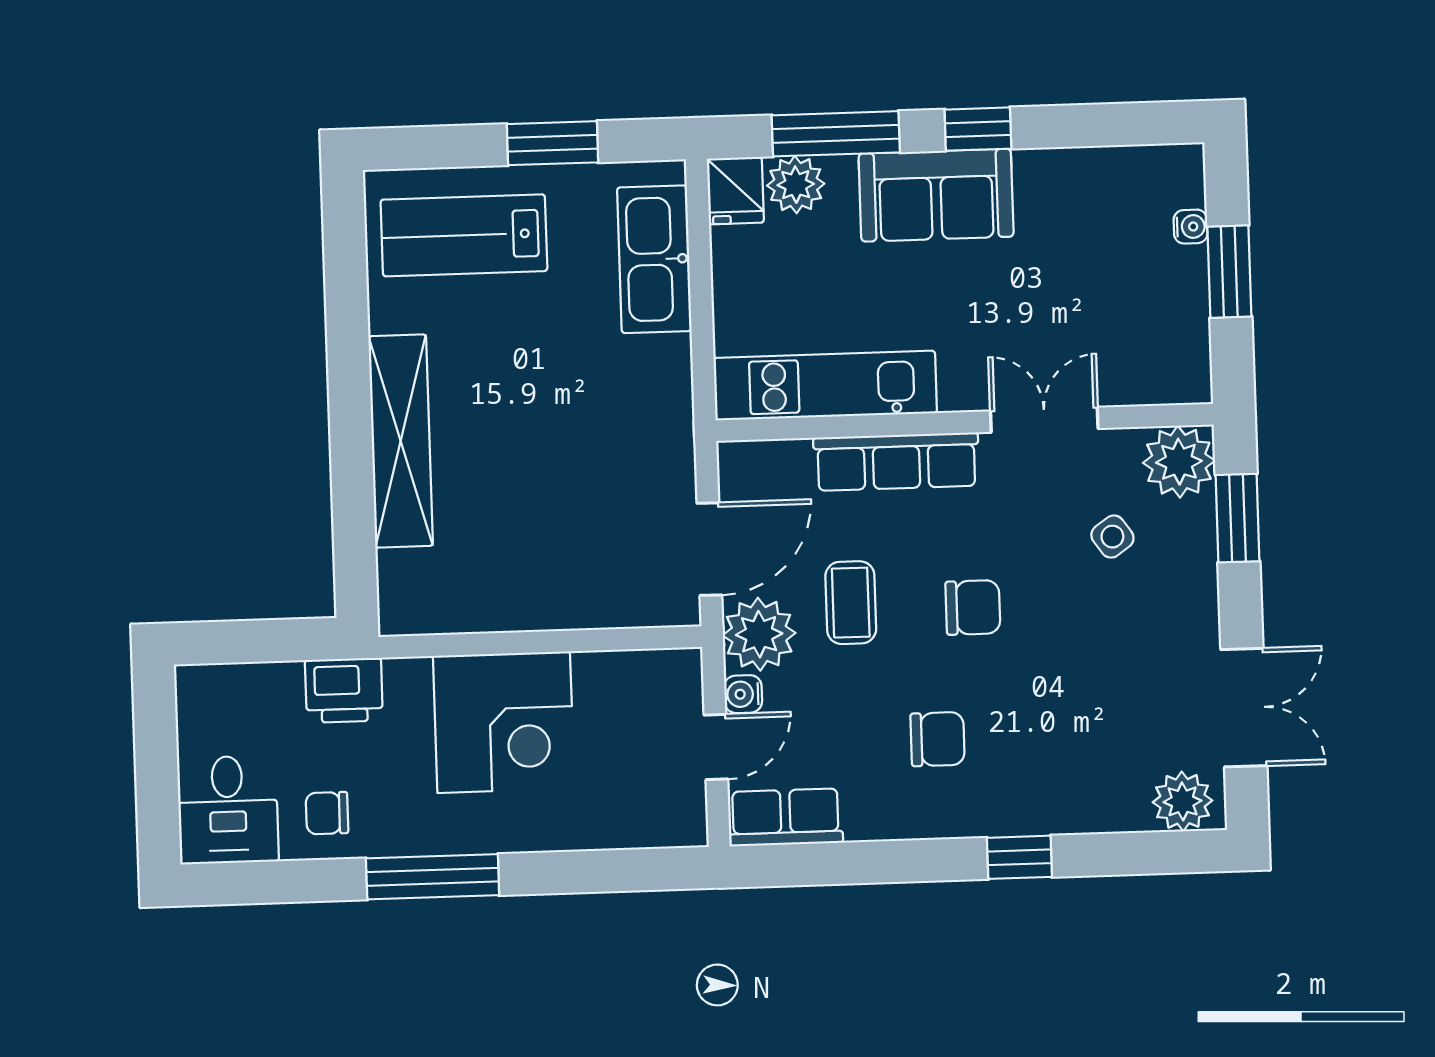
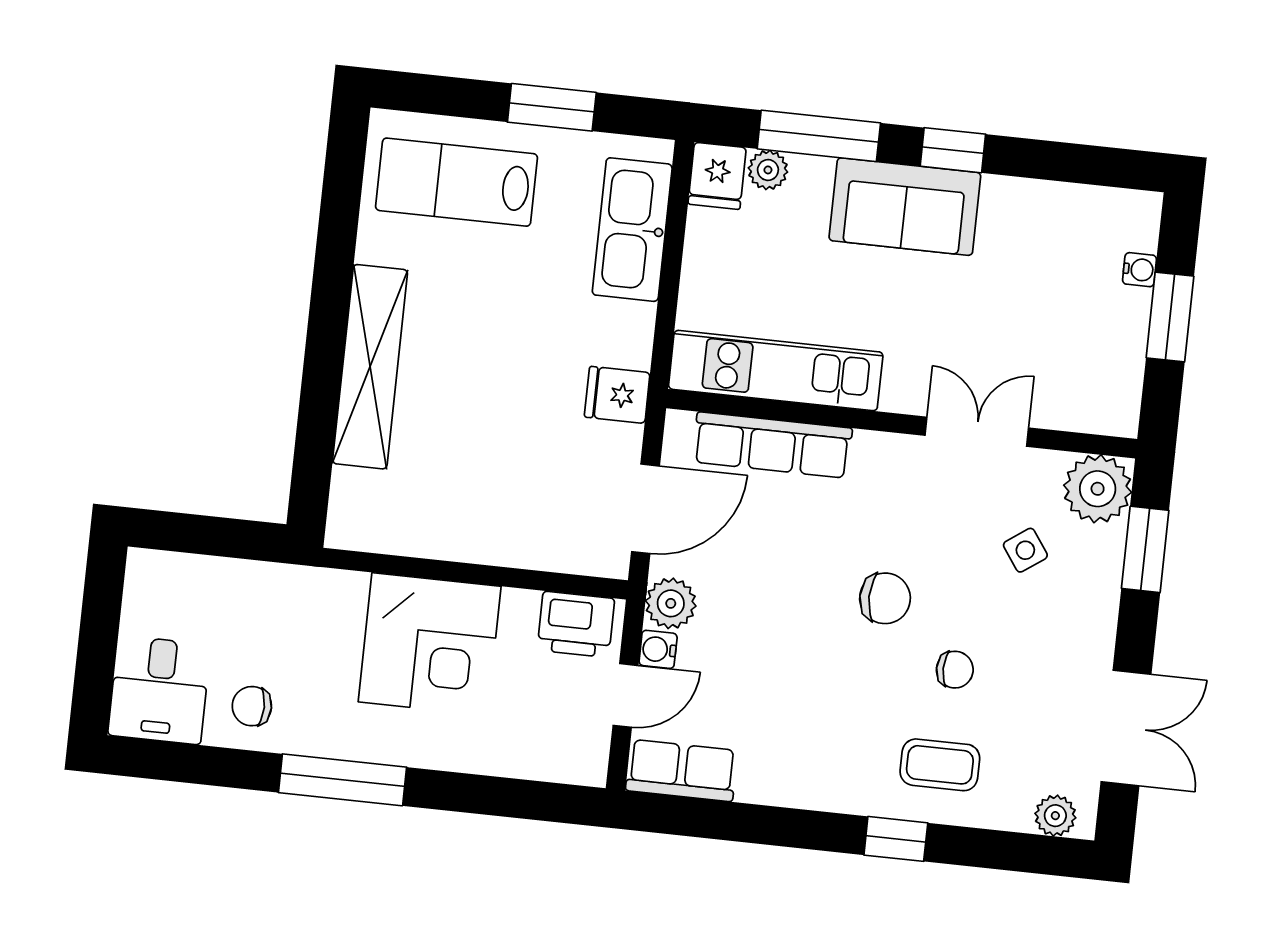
plant: (796, 185) -> (768, 170), width x0.73, depth x0.73
fridge: (663, 434) -> (617, 395), added
row of seats: (896, 462) -> (772, 445), moved
coffee table: (851, 603) -> (940, 765), moved, turned 90
plant: (759, 634) -> (671, 603), width x0.73, depth x0.73
printer: (344, 690) -> (576, 624), moved
chair: (938, 739) -> (955, 670), moved, width x0.73, depth x0.73
plant: (1183, 801) -> (1055, 816), width x0.73, depth x0.73

